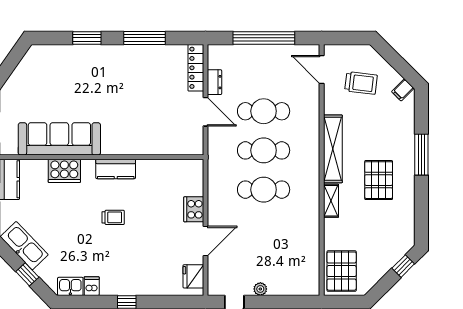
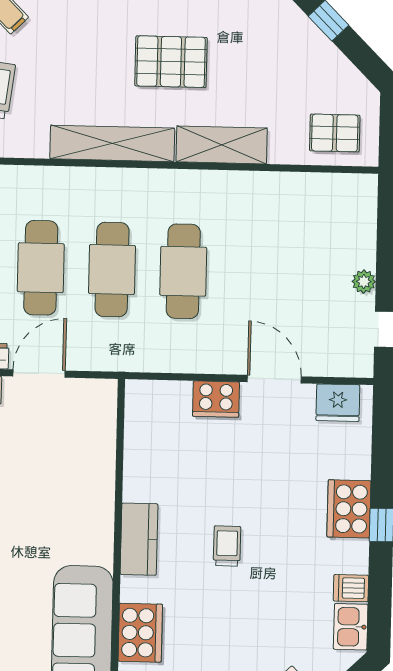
shelving: (331, 201) -> (222, 145), width x1.50, depth x1.33
pallet: (342, 271) -> (335, 133), width x0.67, depth x0.71
cooker: (135, 284) -> (349, 509), added

